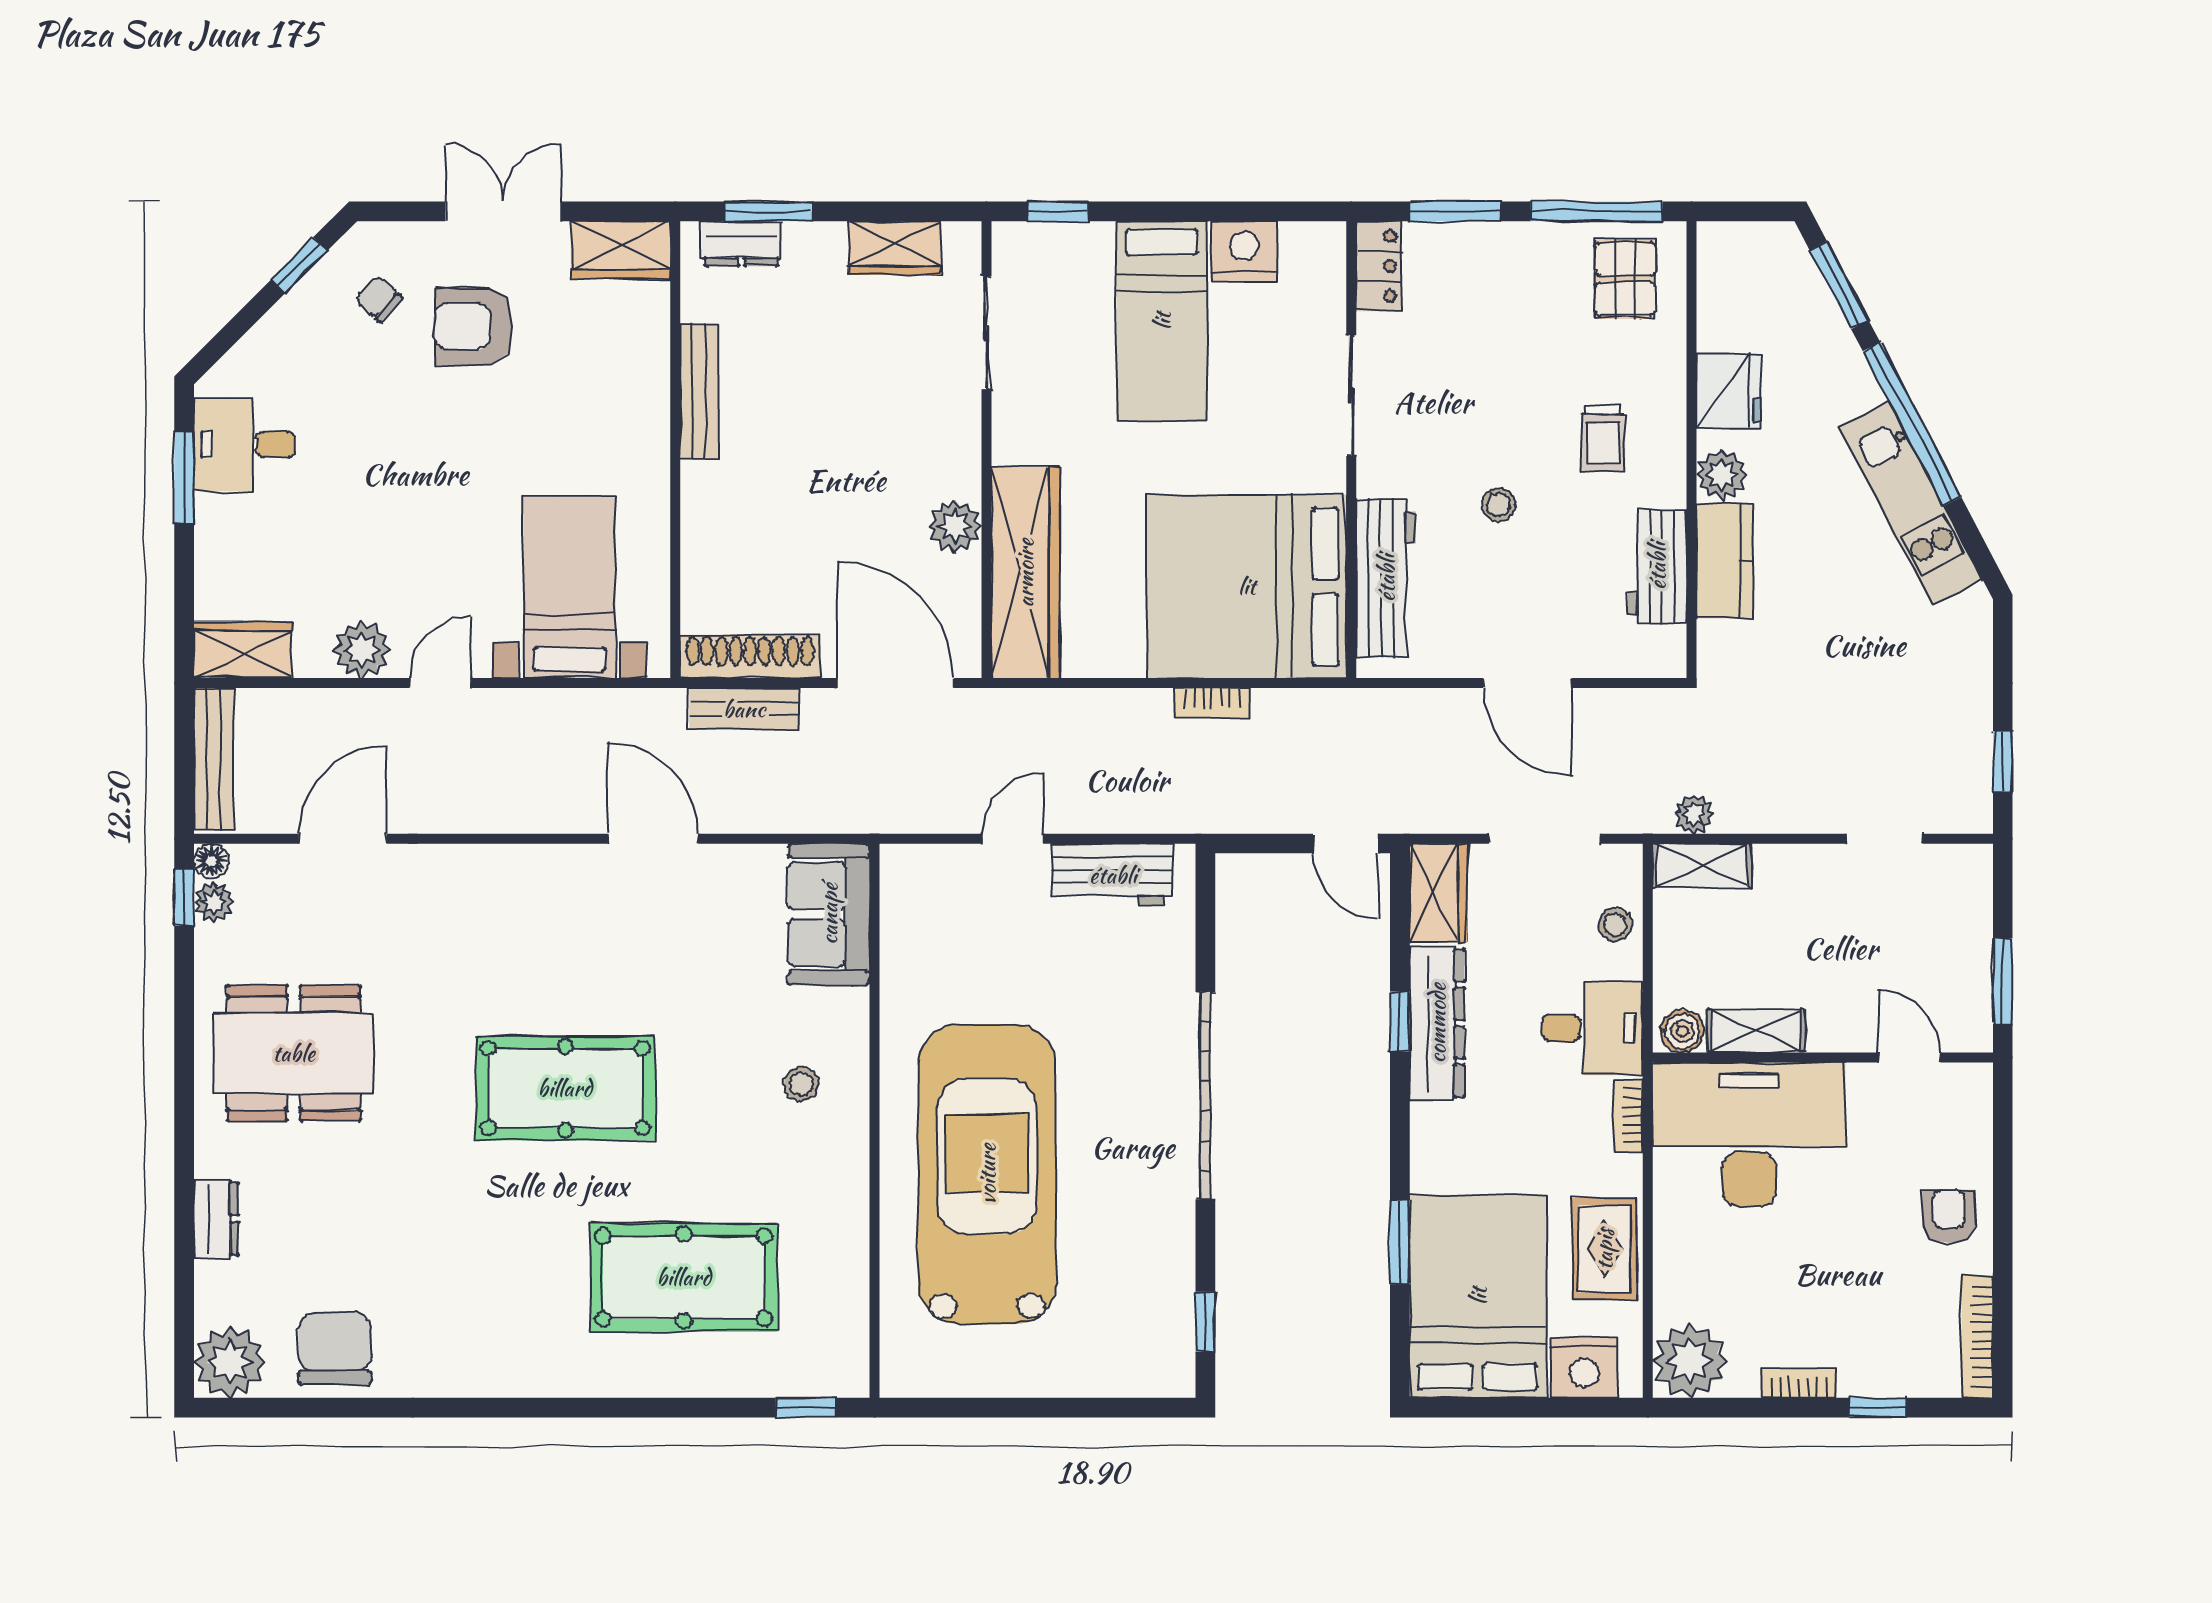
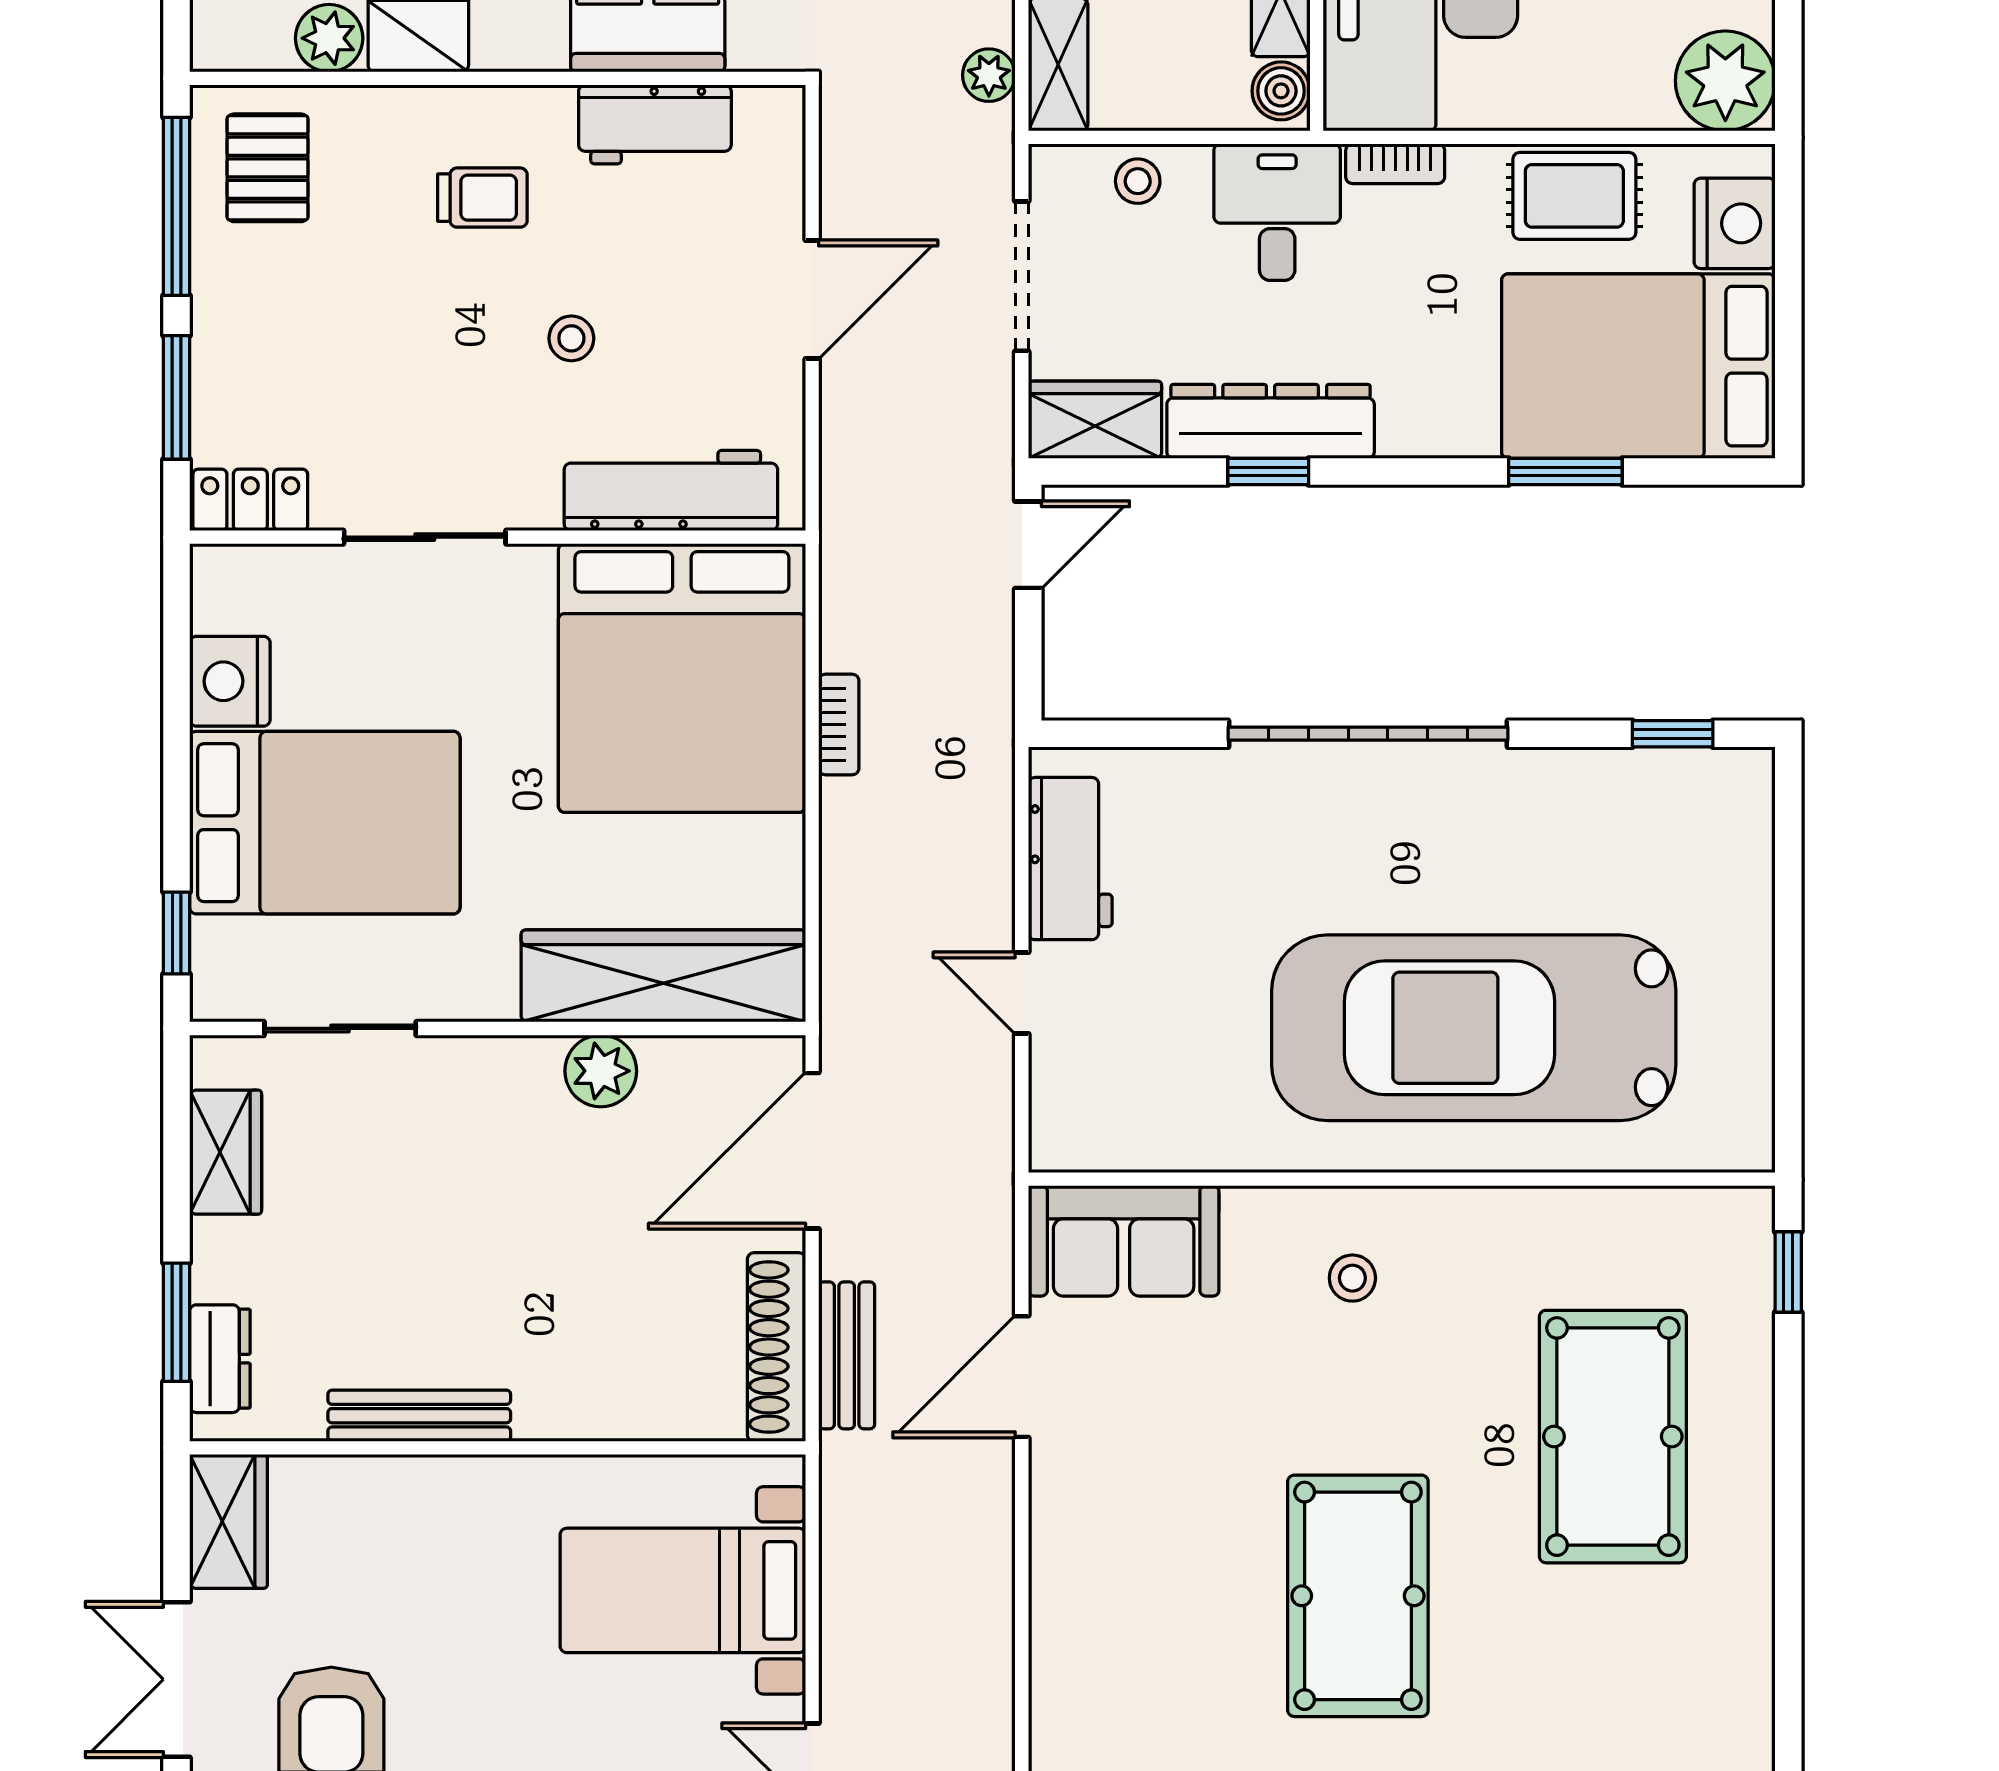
pallet: (1625, 279) -> (268, 168), turned 90
bed: (1162, 321) -> (325, 823), width x1.50
plant: (1721, 475) -> (329, 38), moved
door: (653, 839) -> (1022, 1377), moved

